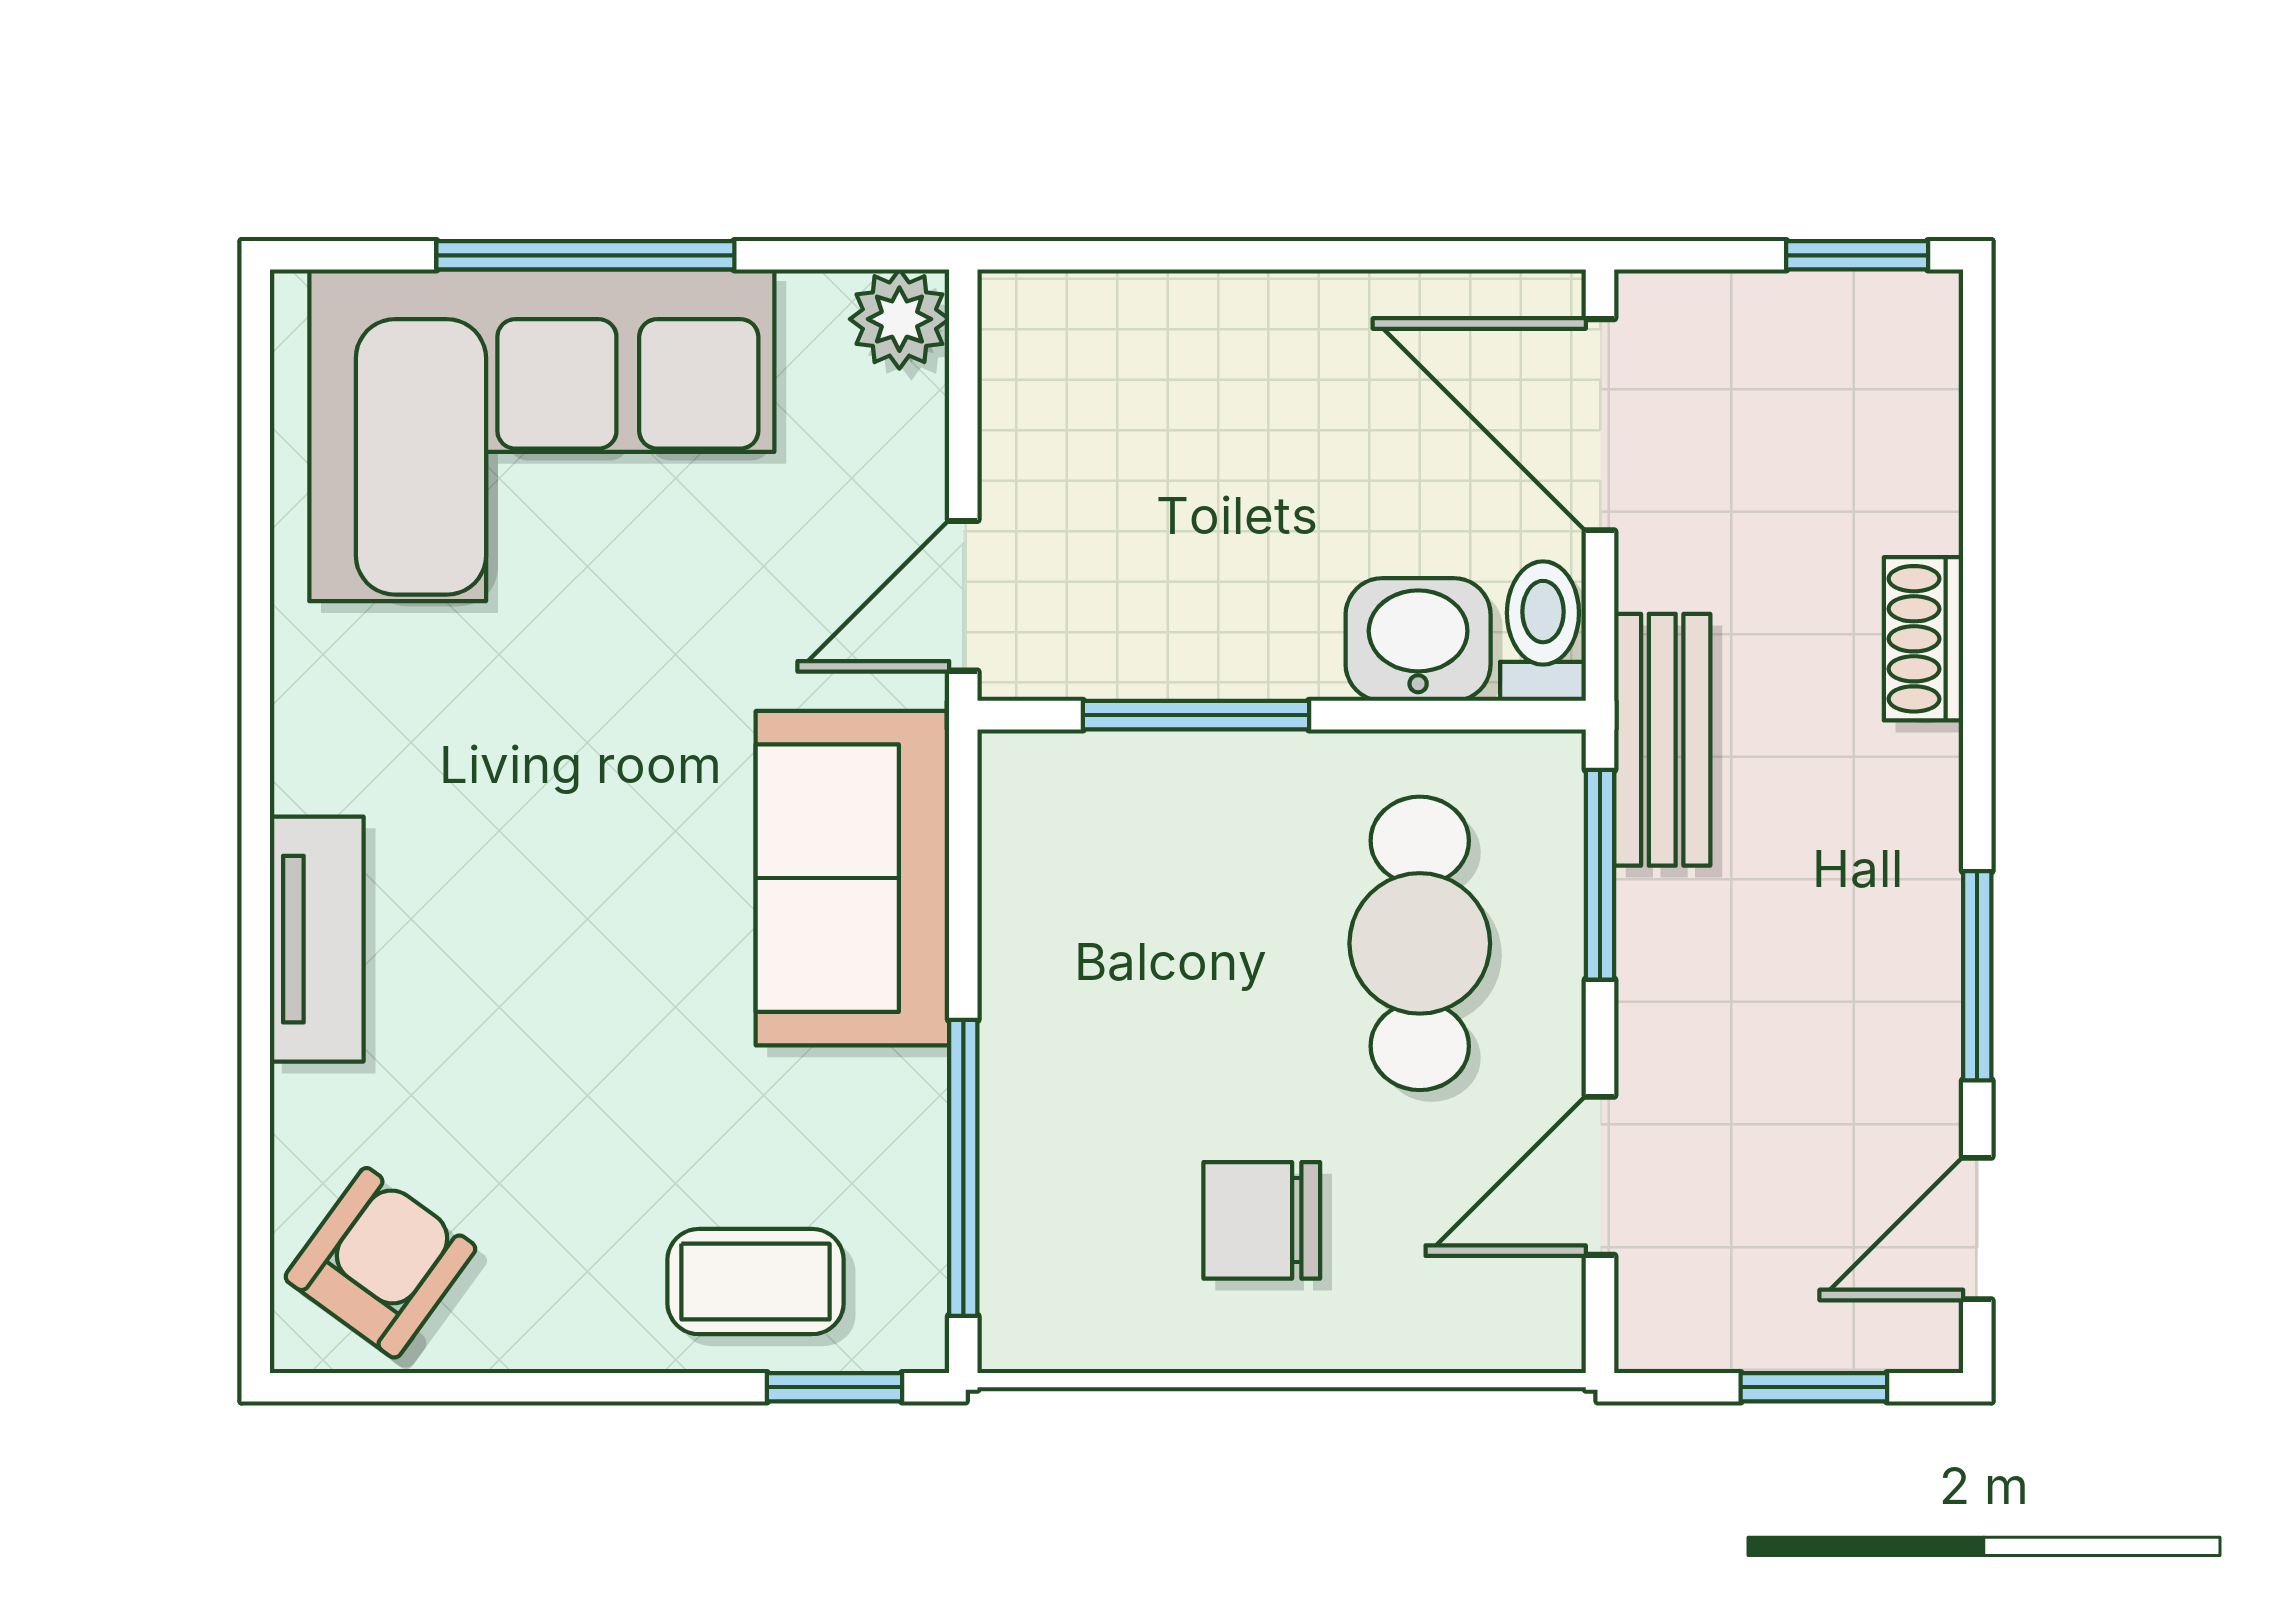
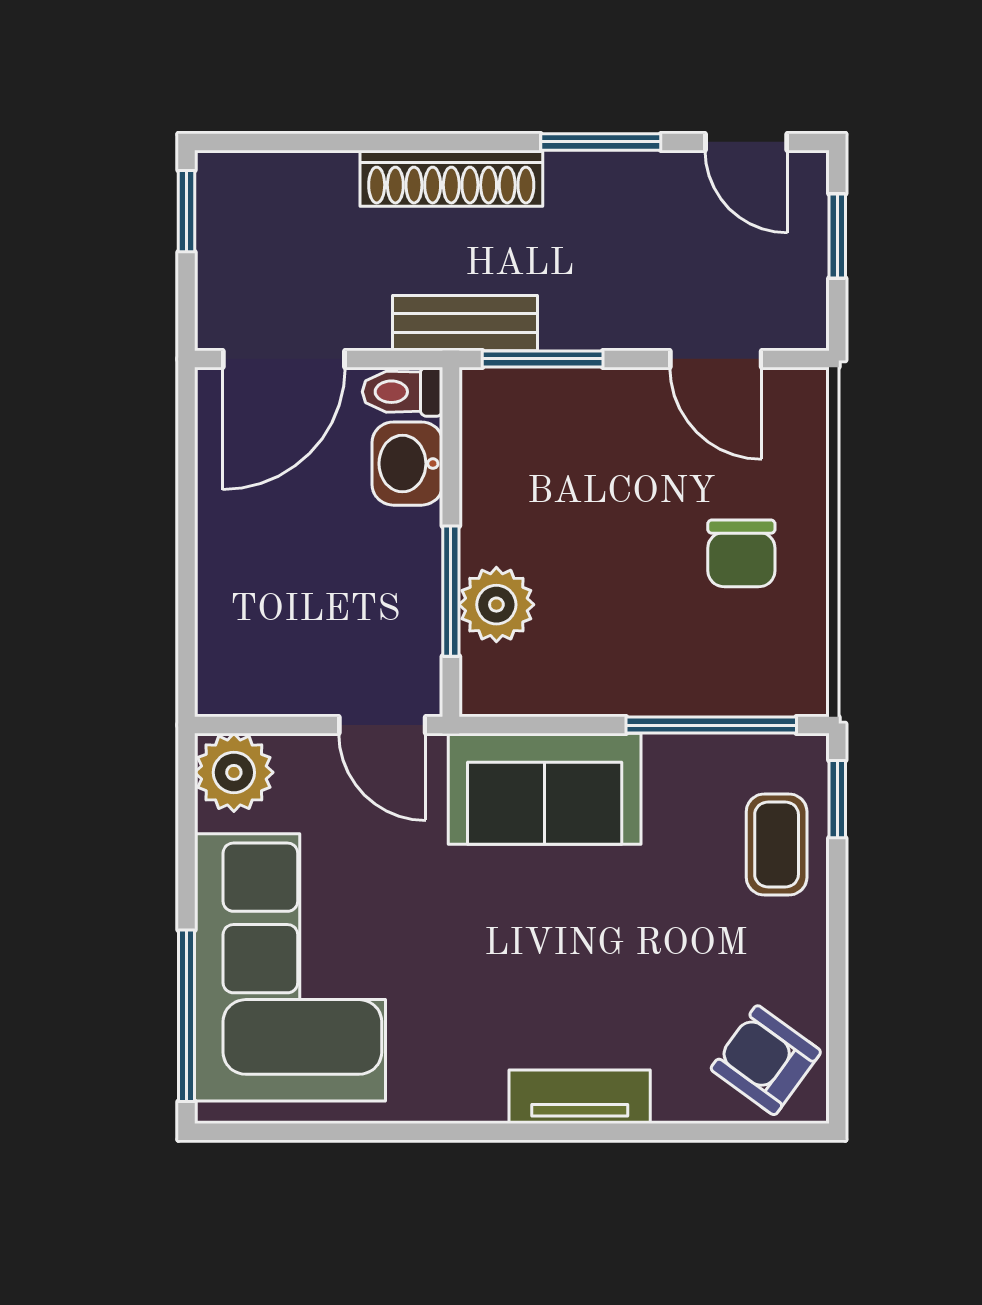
window: (585, 255) -> (186, 1016), moved
plant: (899, 319) -> (234, 772), width x1.38, depth x1.38
shoe rack: (1923, 639) -> (451, 178), width x1.94, depth x1.24
plant: (1173, 794) -> (496, 605), added
cafe table: (1420, 943) -> (582, 463), removed

